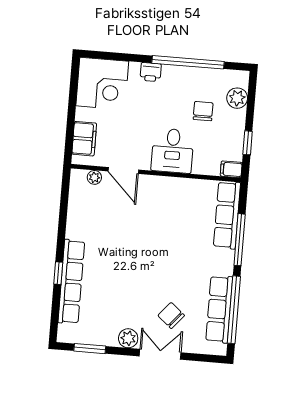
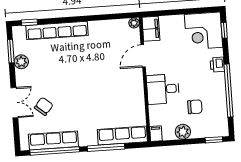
window: (106, 55) -> (224, 30), added
plant: (237, 98) -> (183, 132), moved
filing cabinet: (84, 139) -> (151, 29), moved, turned -90
window: (248, 143) -> (214, 140), moved
plant: (94, 177) -> (134, 23), moved
window: (58, 273) -> (29, 22), moved
plant: (128, 338) -> (21, 62), moved

